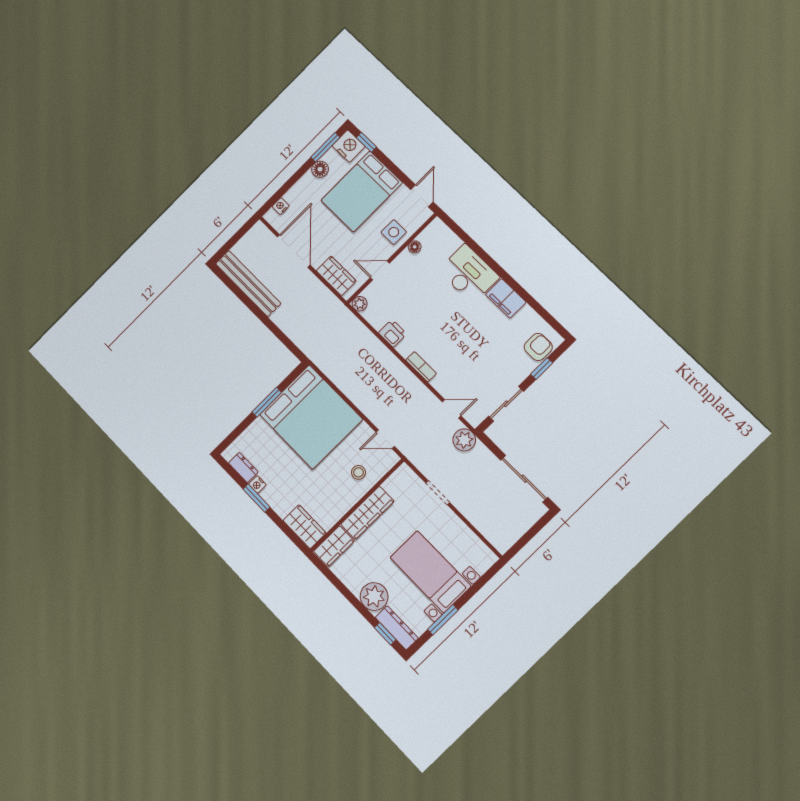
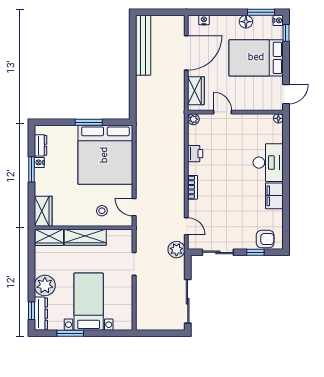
nightstand: (349, 146) -> (278, 20), width x0.53, depth x0.56
side table: (394, 232) -> (251, 99), removed
floor lamp: (415, 247) -> (278, 118), moved

